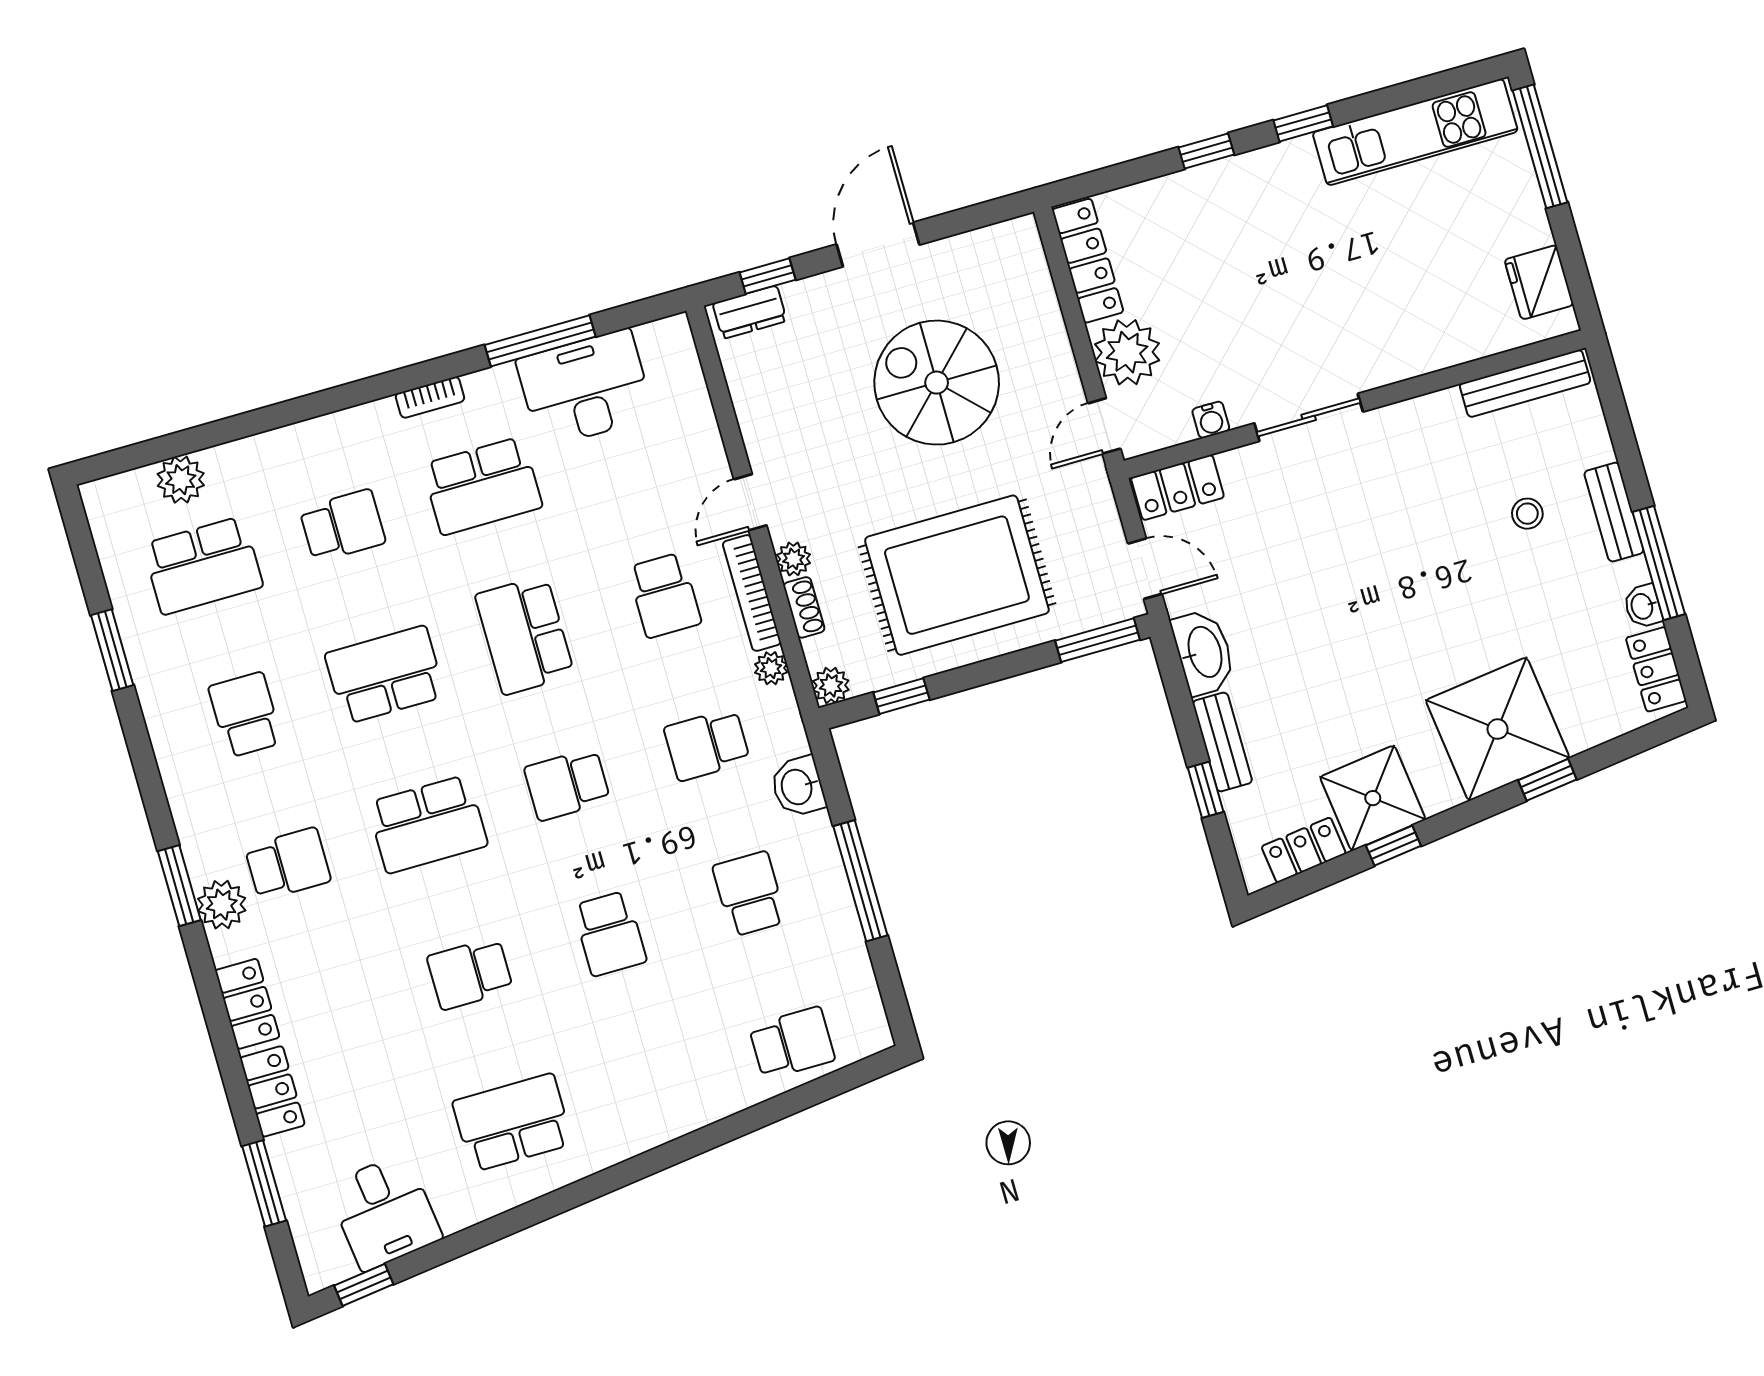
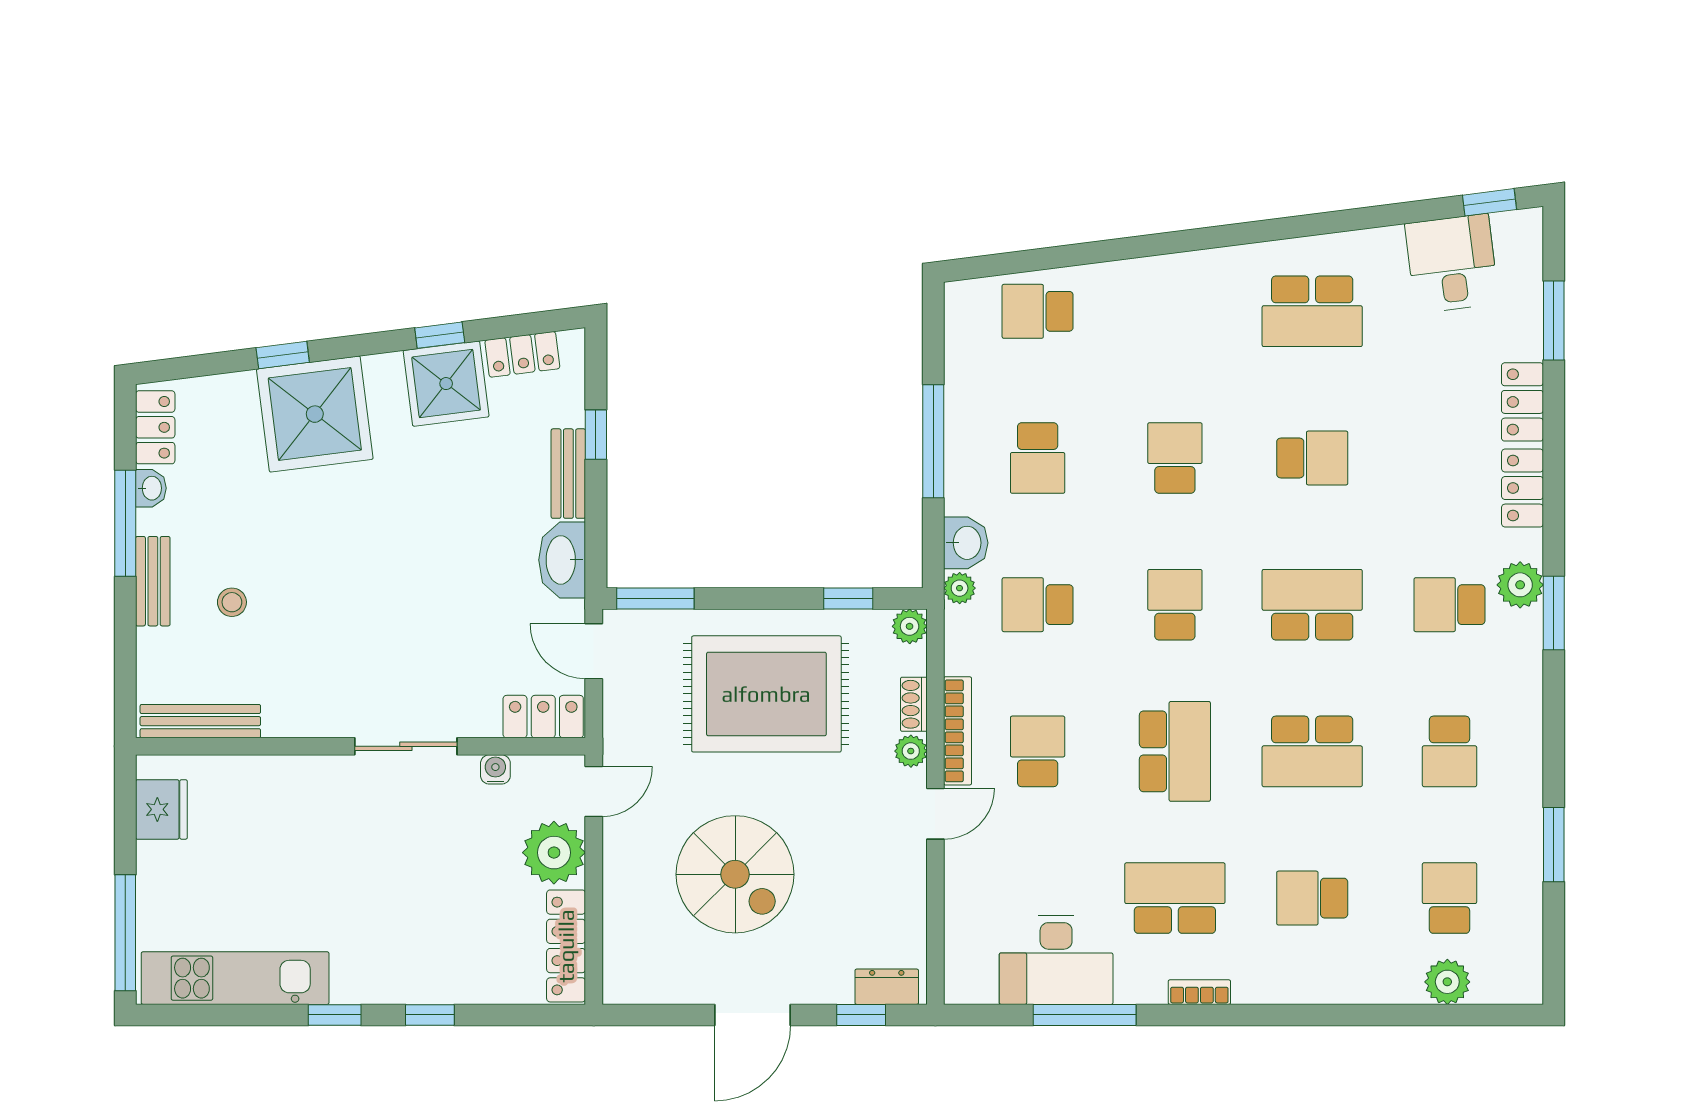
school desk: (203, 565) -> (1450, 898), width x0.54
plant: (771, 668) -> (960, 588), moved
school desk: (707, 745) -> (1038, 605), turned 180
school desk: (567, 784) -> (1175, 605), turned -90

